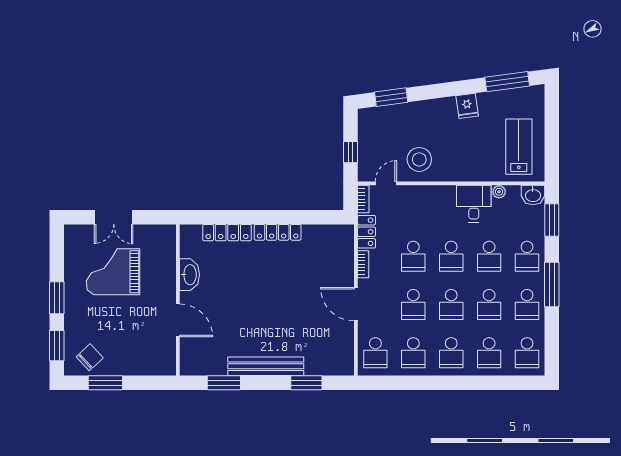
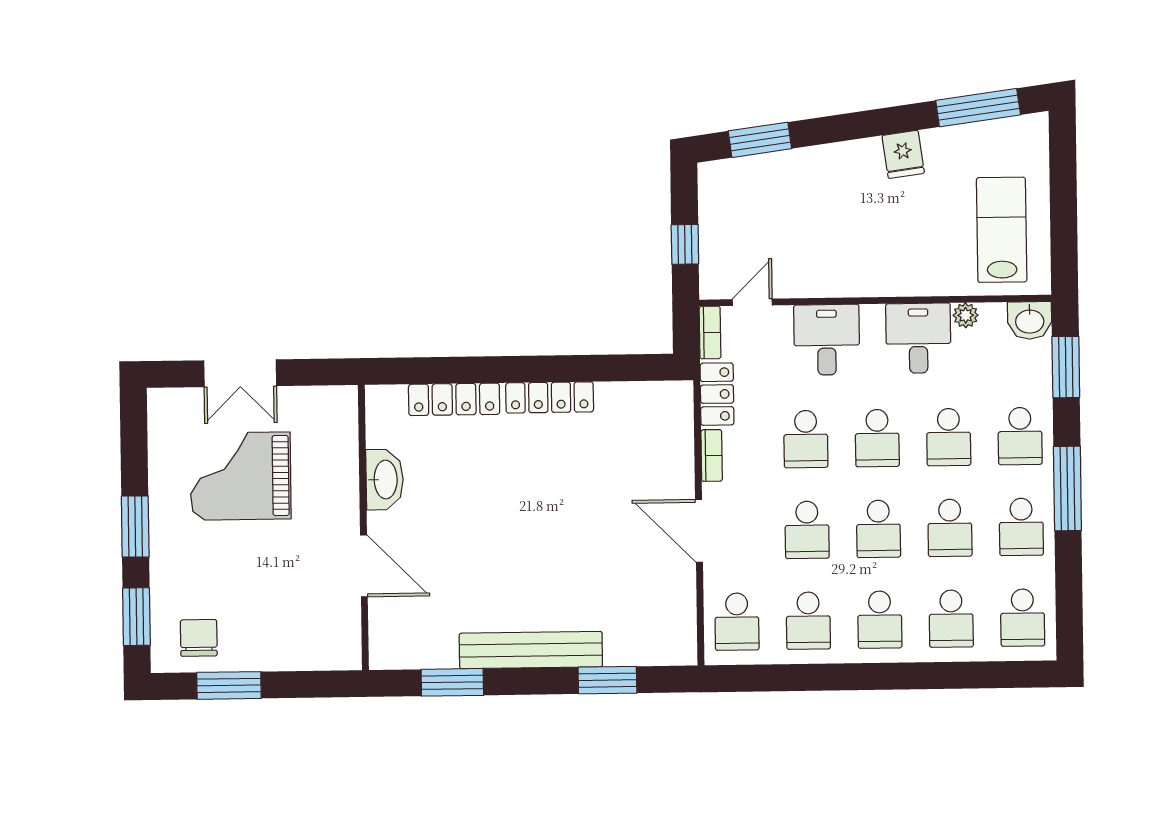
stool: (419, 159) -> (814, 256), removed
desk: (425, 204) -> (827, 340), added
chair: (90, 357) -> (199, 638), turned -47

